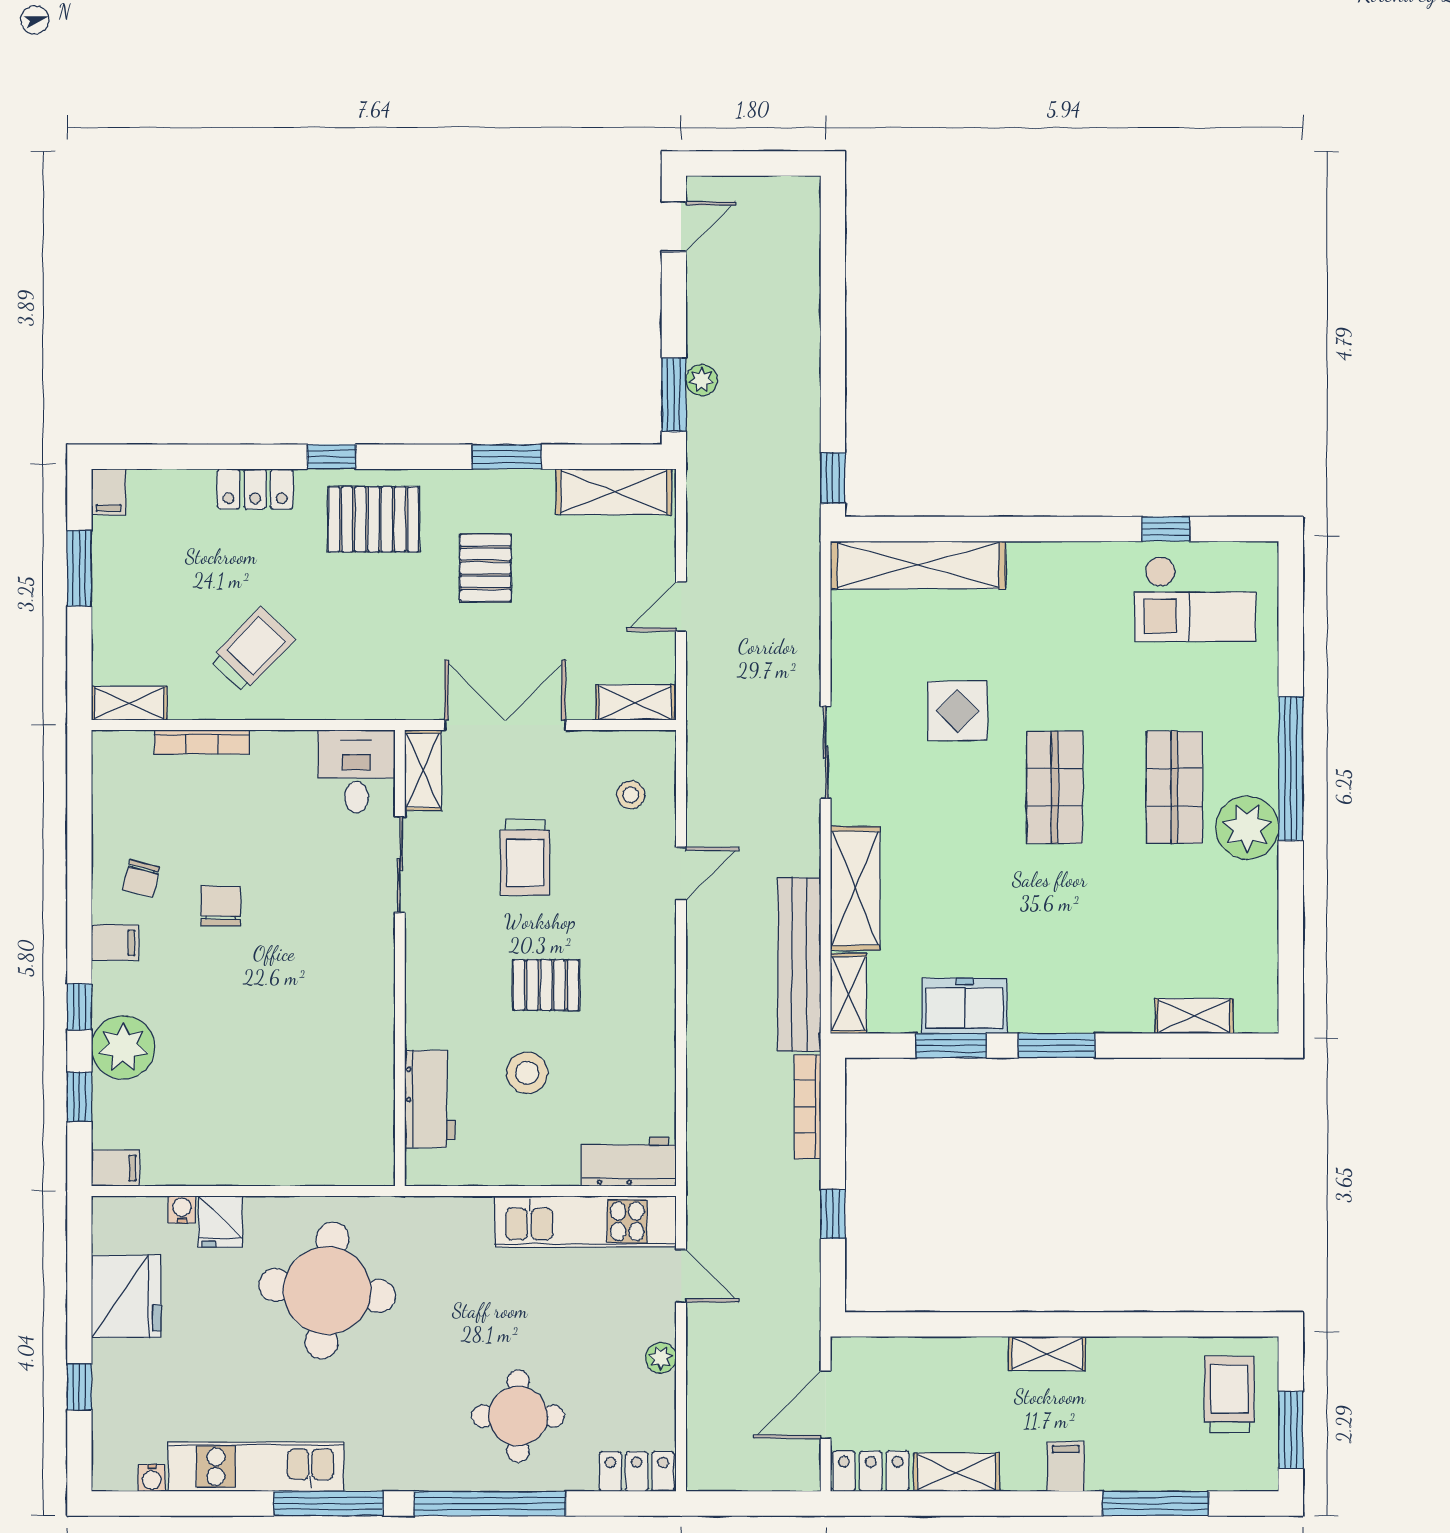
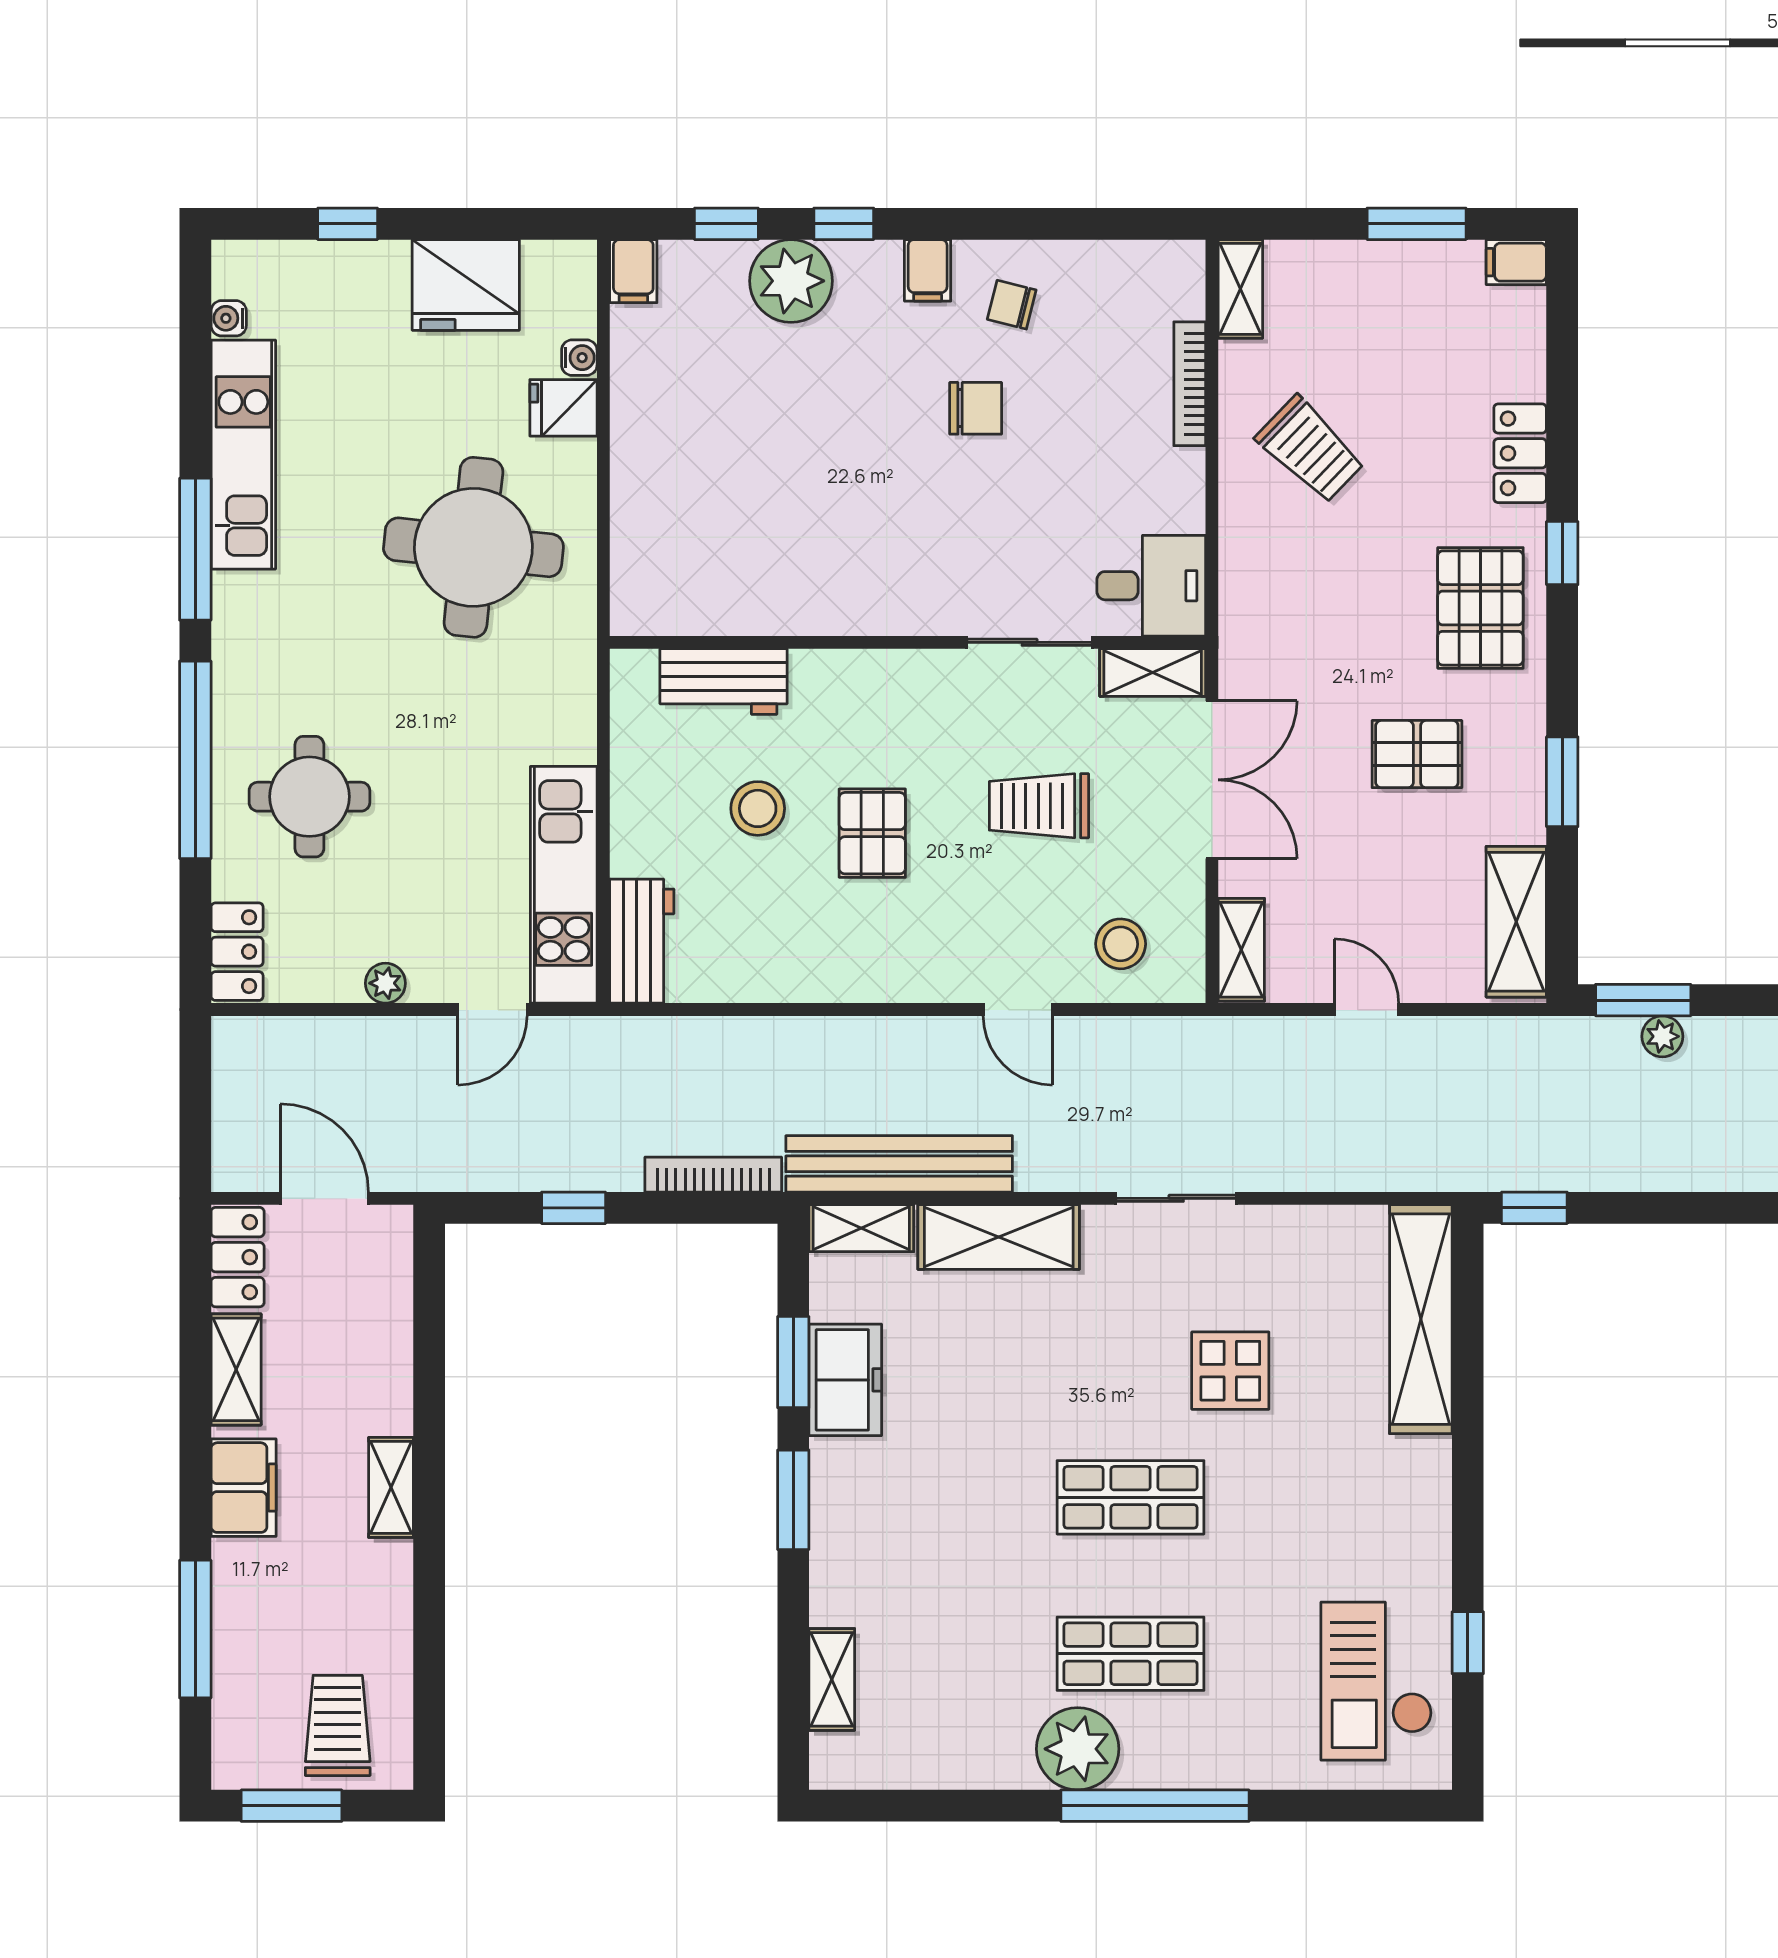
stool: (631, 795) -> (1121, 944), width x1.37, depth x1.37
trolley: (1229, 1394) -> (338, 1725), turned -90
filing cabinet: (1066, 1467) -> (244, 1488), width x2.00

